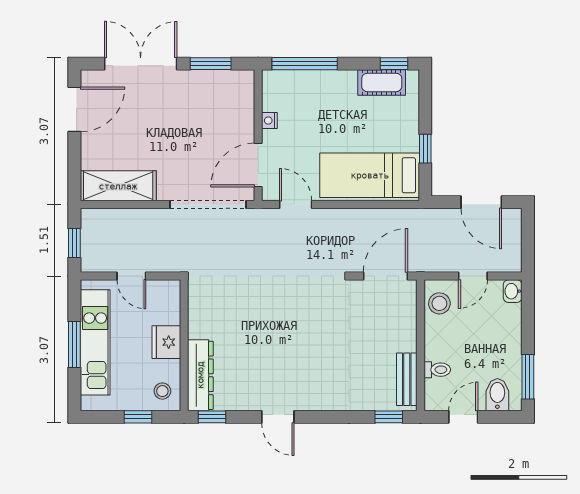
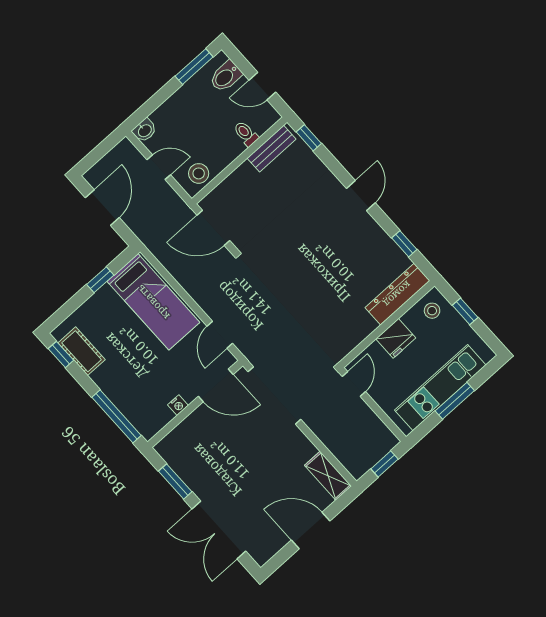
door: (74, 109) -> (311, 530), moved
shelving: (118, 186) -> (328, 476), width x0.67, depth x0.75
door: (131, 276) -> (354, 384), moved
window: (212, 417) -> (404, 244), moved
door: (278, 417) -> (361, 196), moved

